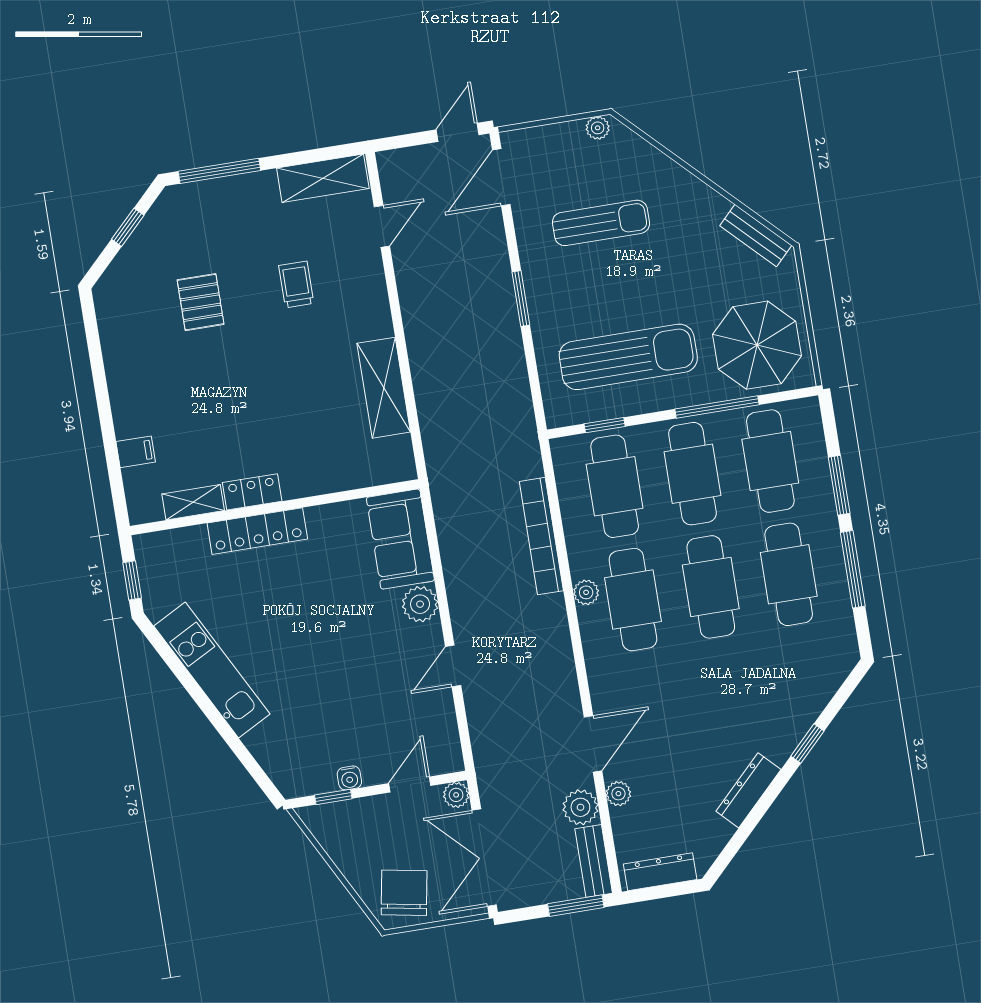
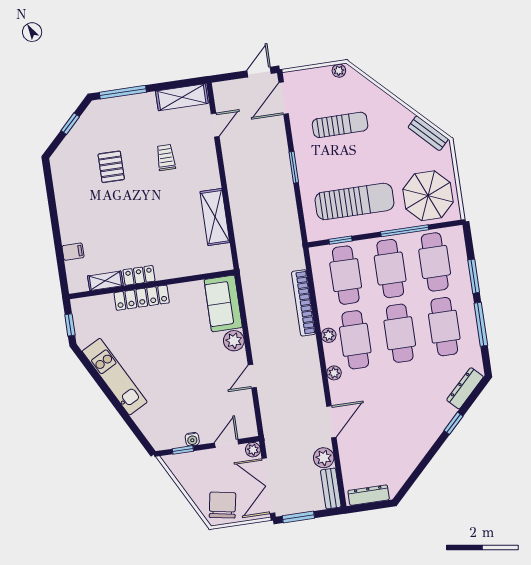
dresser: (748, 790) -> (465, 388), moved
plant: (618, 794) -> (334, 373), moved
window: (576, 906) -> (298, 517), moved

